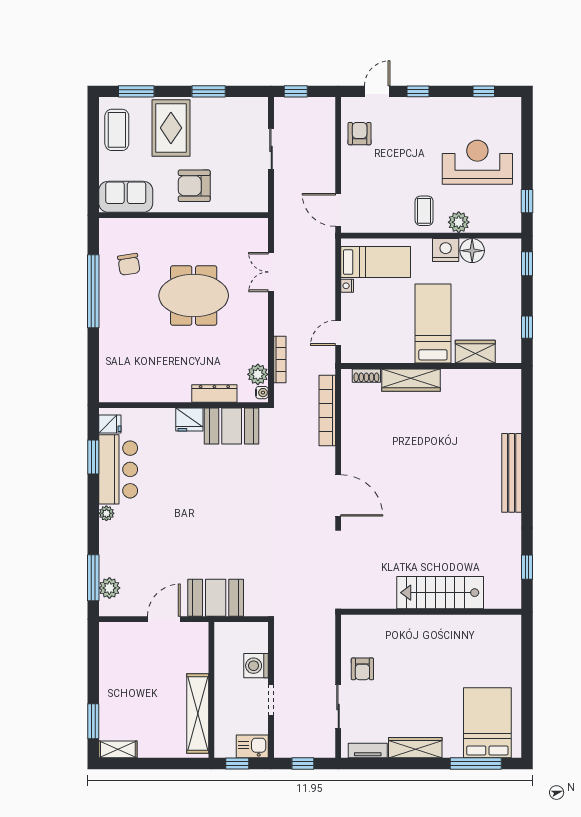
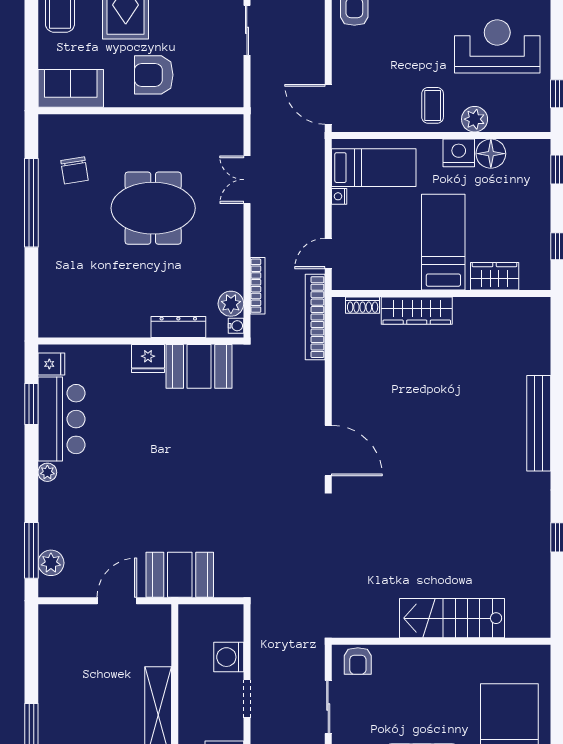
bookcase: (327, 410) -> (315, 317), moved
stairs: (440, 593) -> (452, 618), moved
wall: (431, 612) -> (441, 641), moved

